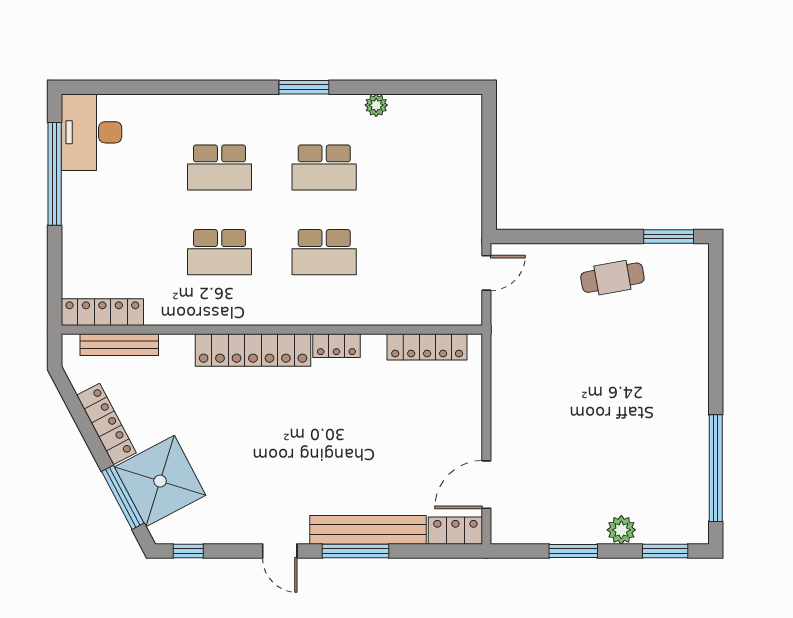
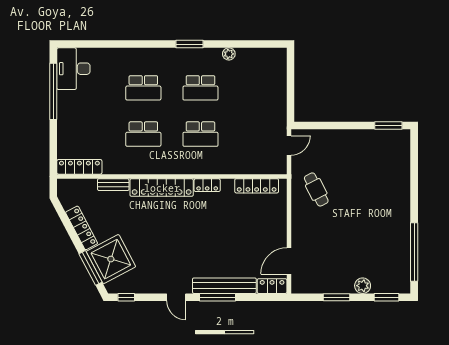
cafe table: (612, 278) -> (316, 189), moved, turned 73
bench: (119, 345) -> (113, 185), moved, width x0.73

